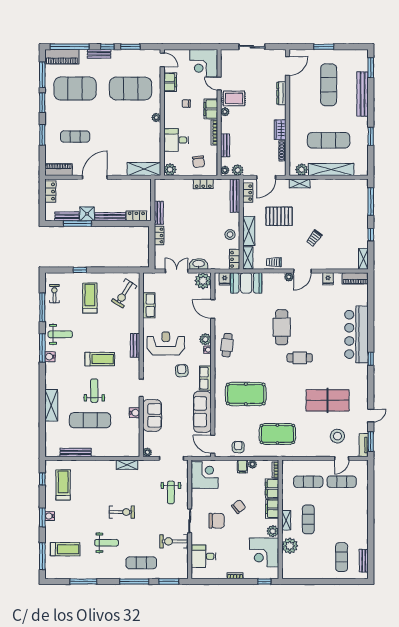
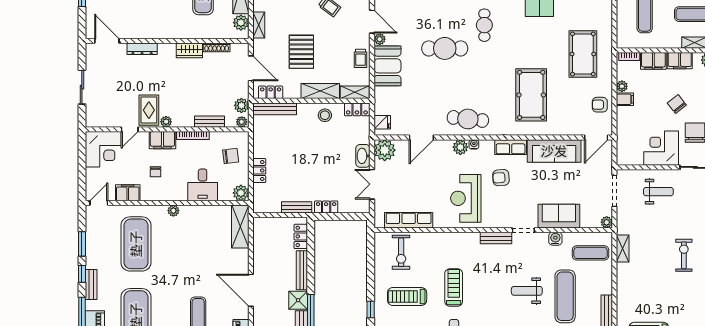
locker: (203, 184) -> (259, 171), moved
booth: (246, 283) -> (387, 66), moved
exercise bike: (124, 293) -> (401, 252), turned 58
row of seats: (149, 305) -> (409, 220), width x1.48
bench: (135, 345) -> (496, 238), moved
cafe table: (227, 345) -> (468, 119), width x1.37, depth x1.35
treadmill: (100, 359) -> (454, 287), moved
exercise mat: (124, 440) -> (591, 253), added
corner desk: (205, 475) -> (661, 148), moved

